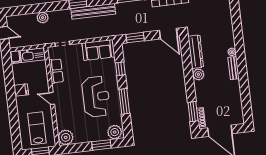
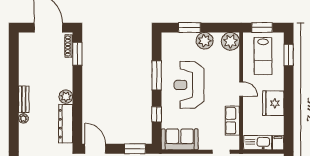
fridge: (21, 90) -> (273, 103), width x1.88, depth x1.34
window: (15, 132) -> (289, 55), added
plant: (115, 132) -> (205, 41), moved

